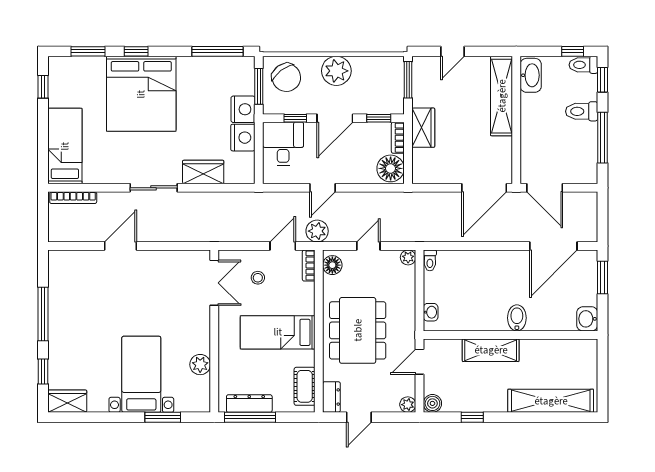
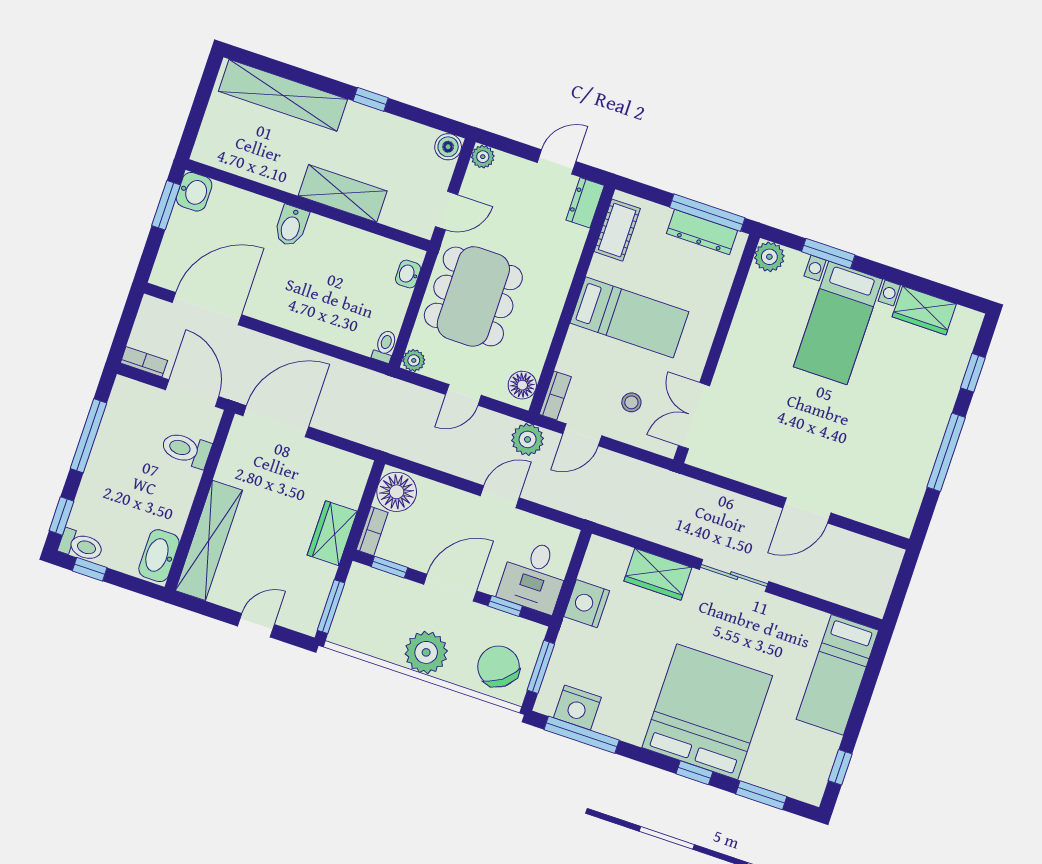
nightstand: (243, 109) -> (577, 708), moved, turned -90
toilet: (582, 111) -> (186, 450), moved, turned 180
bookcase: (73, 198) -> (144, 362), moved, width x0.64
window: (602, 278) -> (166, 205), moved
dining table: (358, 330) -> (473, 296), moved
plant: (200, 365) -> (769, 257), moved
wardrobe: (67, 401) -> (924, 310), moved
window: (472, 417) -> (371, 99), moved

